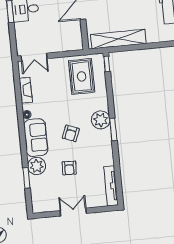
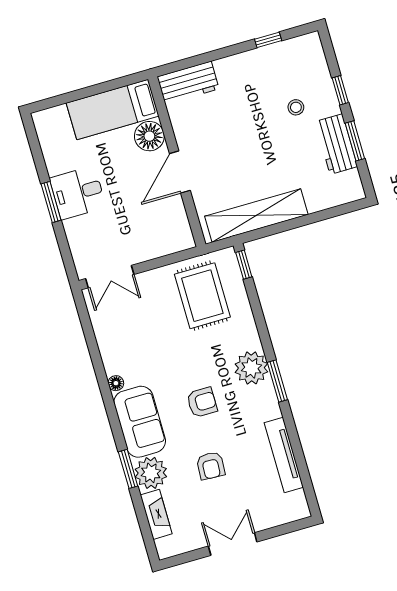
fireplace: (26, 90) -> (156, 514), moved
armchair: (71, 133) -> (202, 402), turned -111
window: (26, 178) -> (128, 469), moved
tv unit: (111, 186) -> (284, 455), moved

